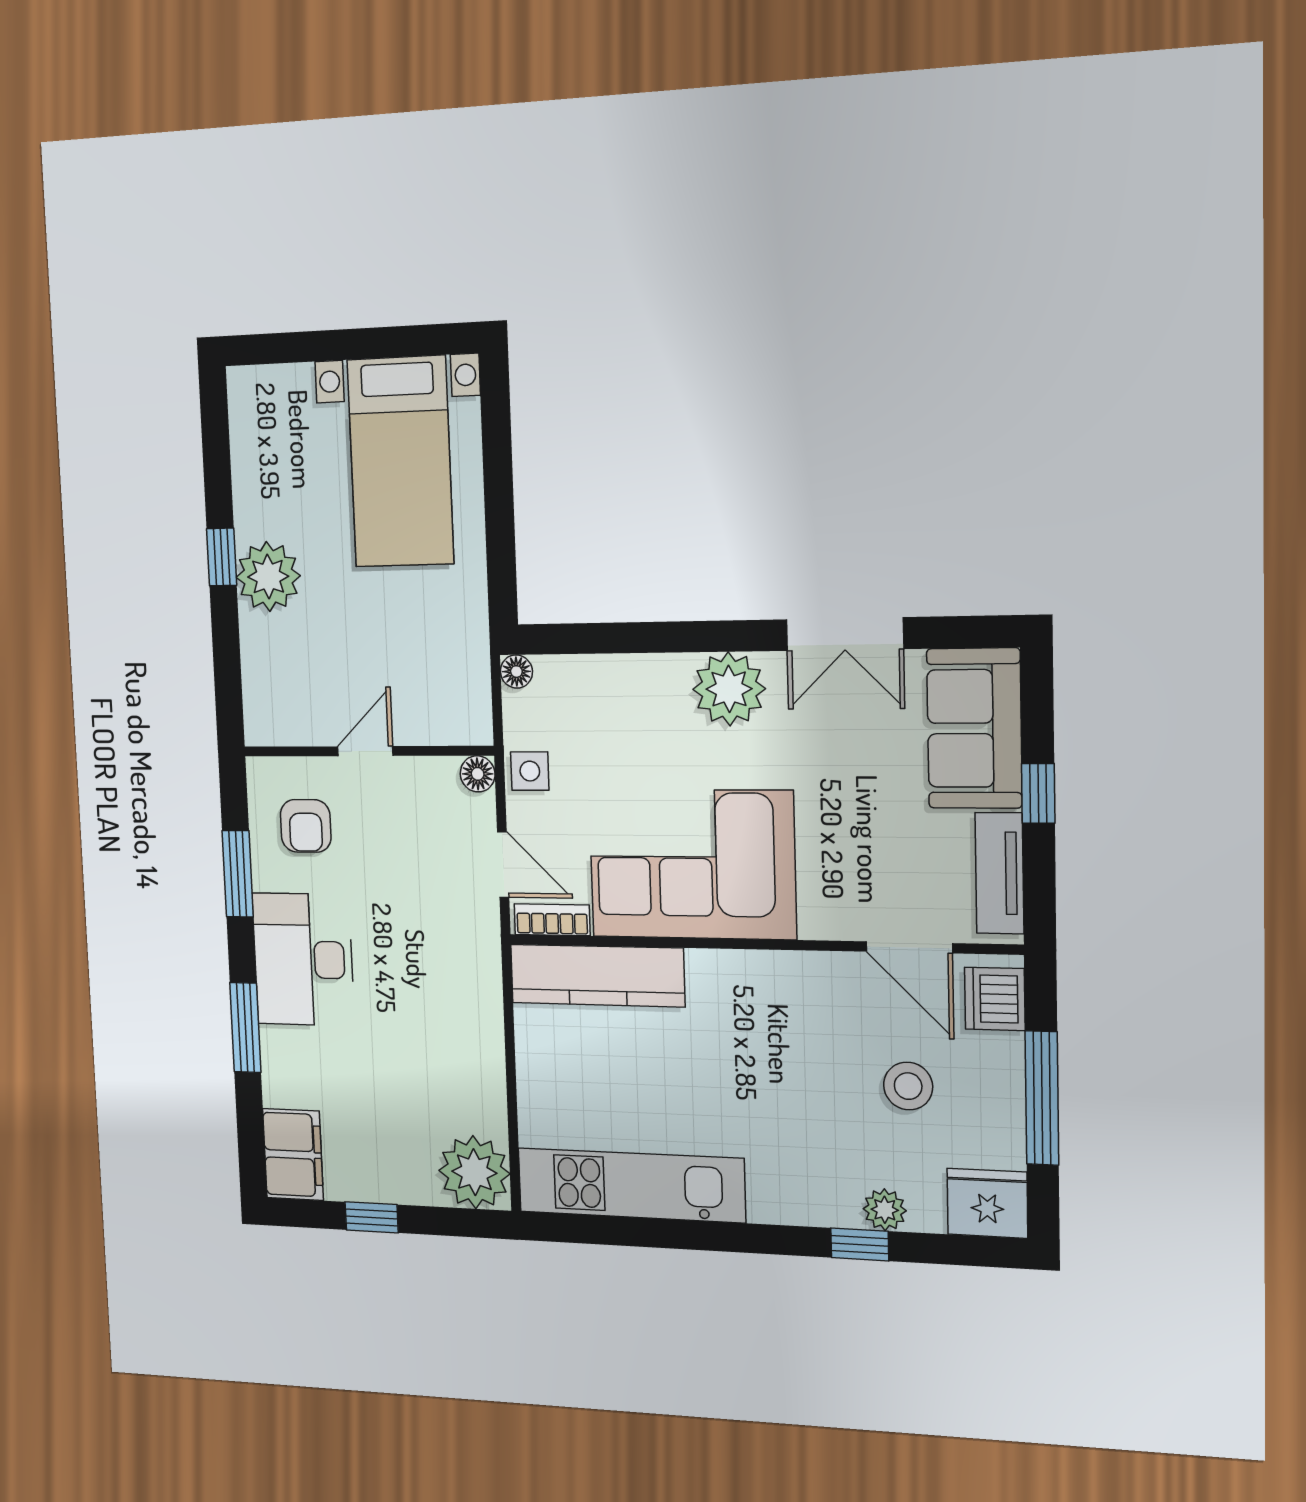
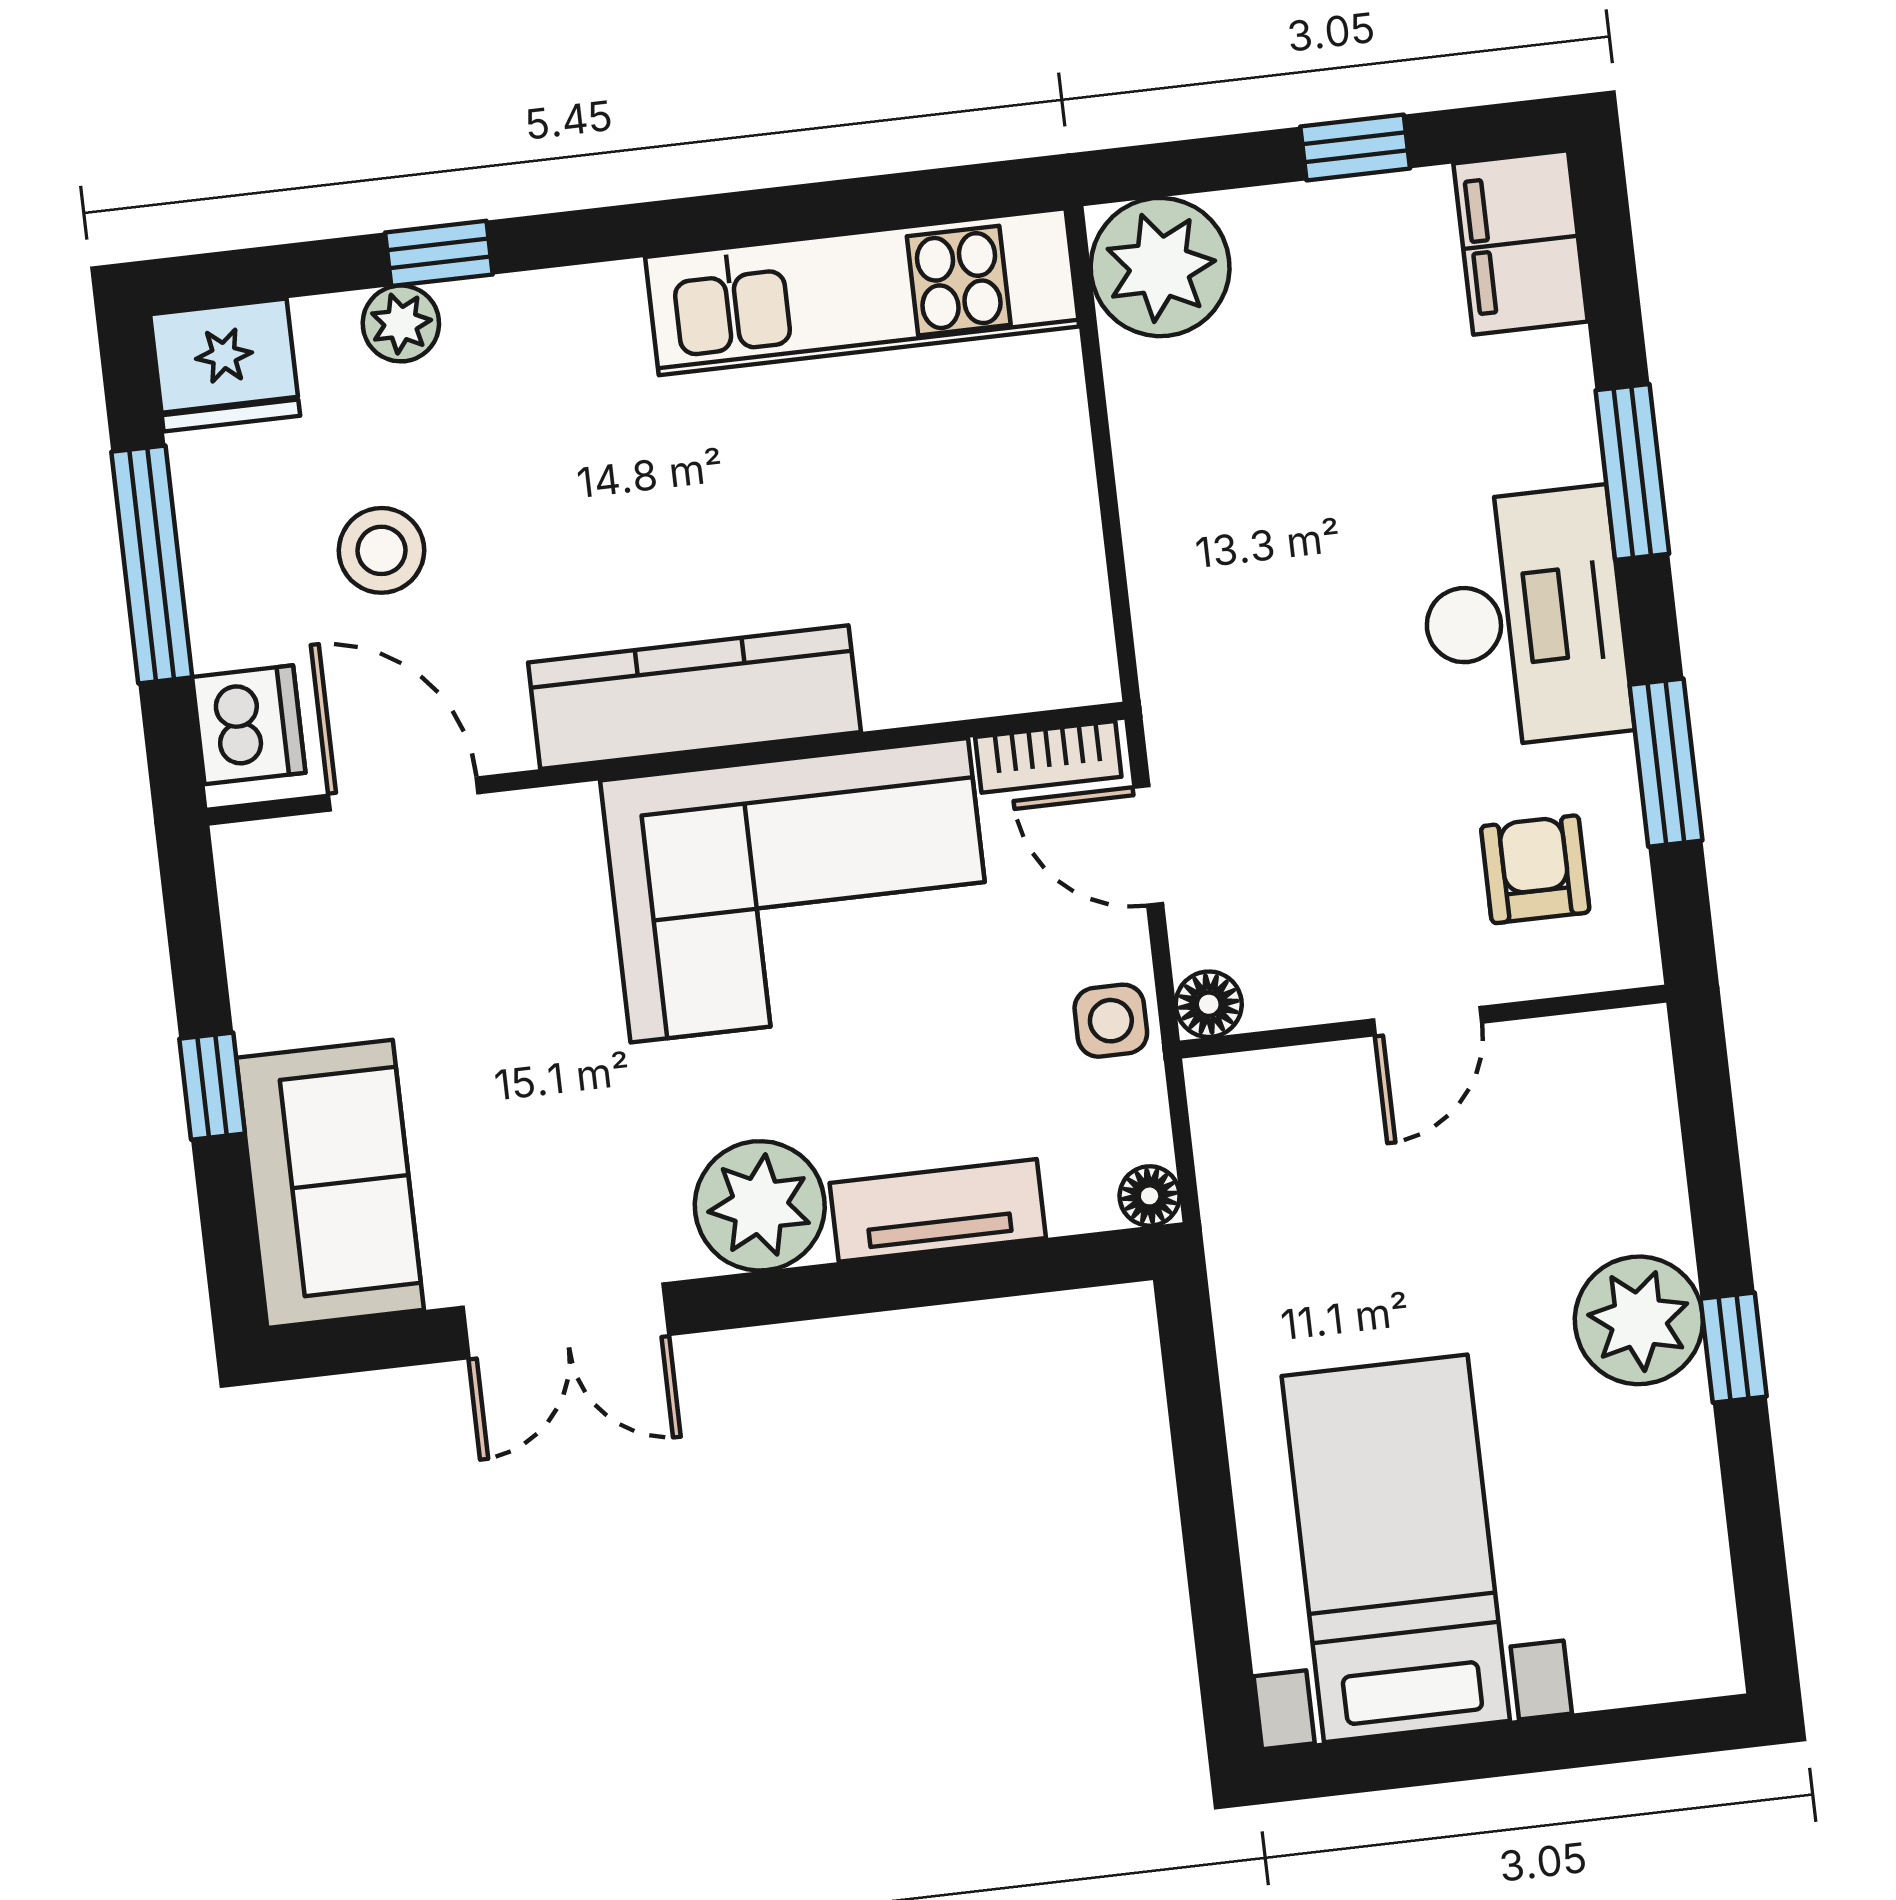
double door: (845, 634) -> (566, 1321), swing flipped
tv unit: (999, 873) -> (938, 1210), moved, turned -90
kitchen counter: (597, 976) -> (694, 697), moved

